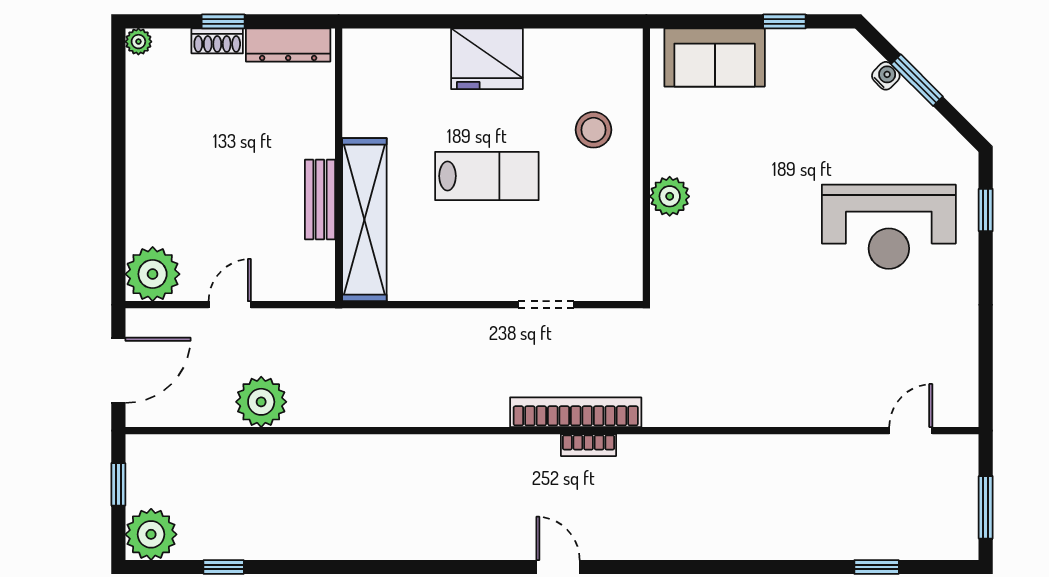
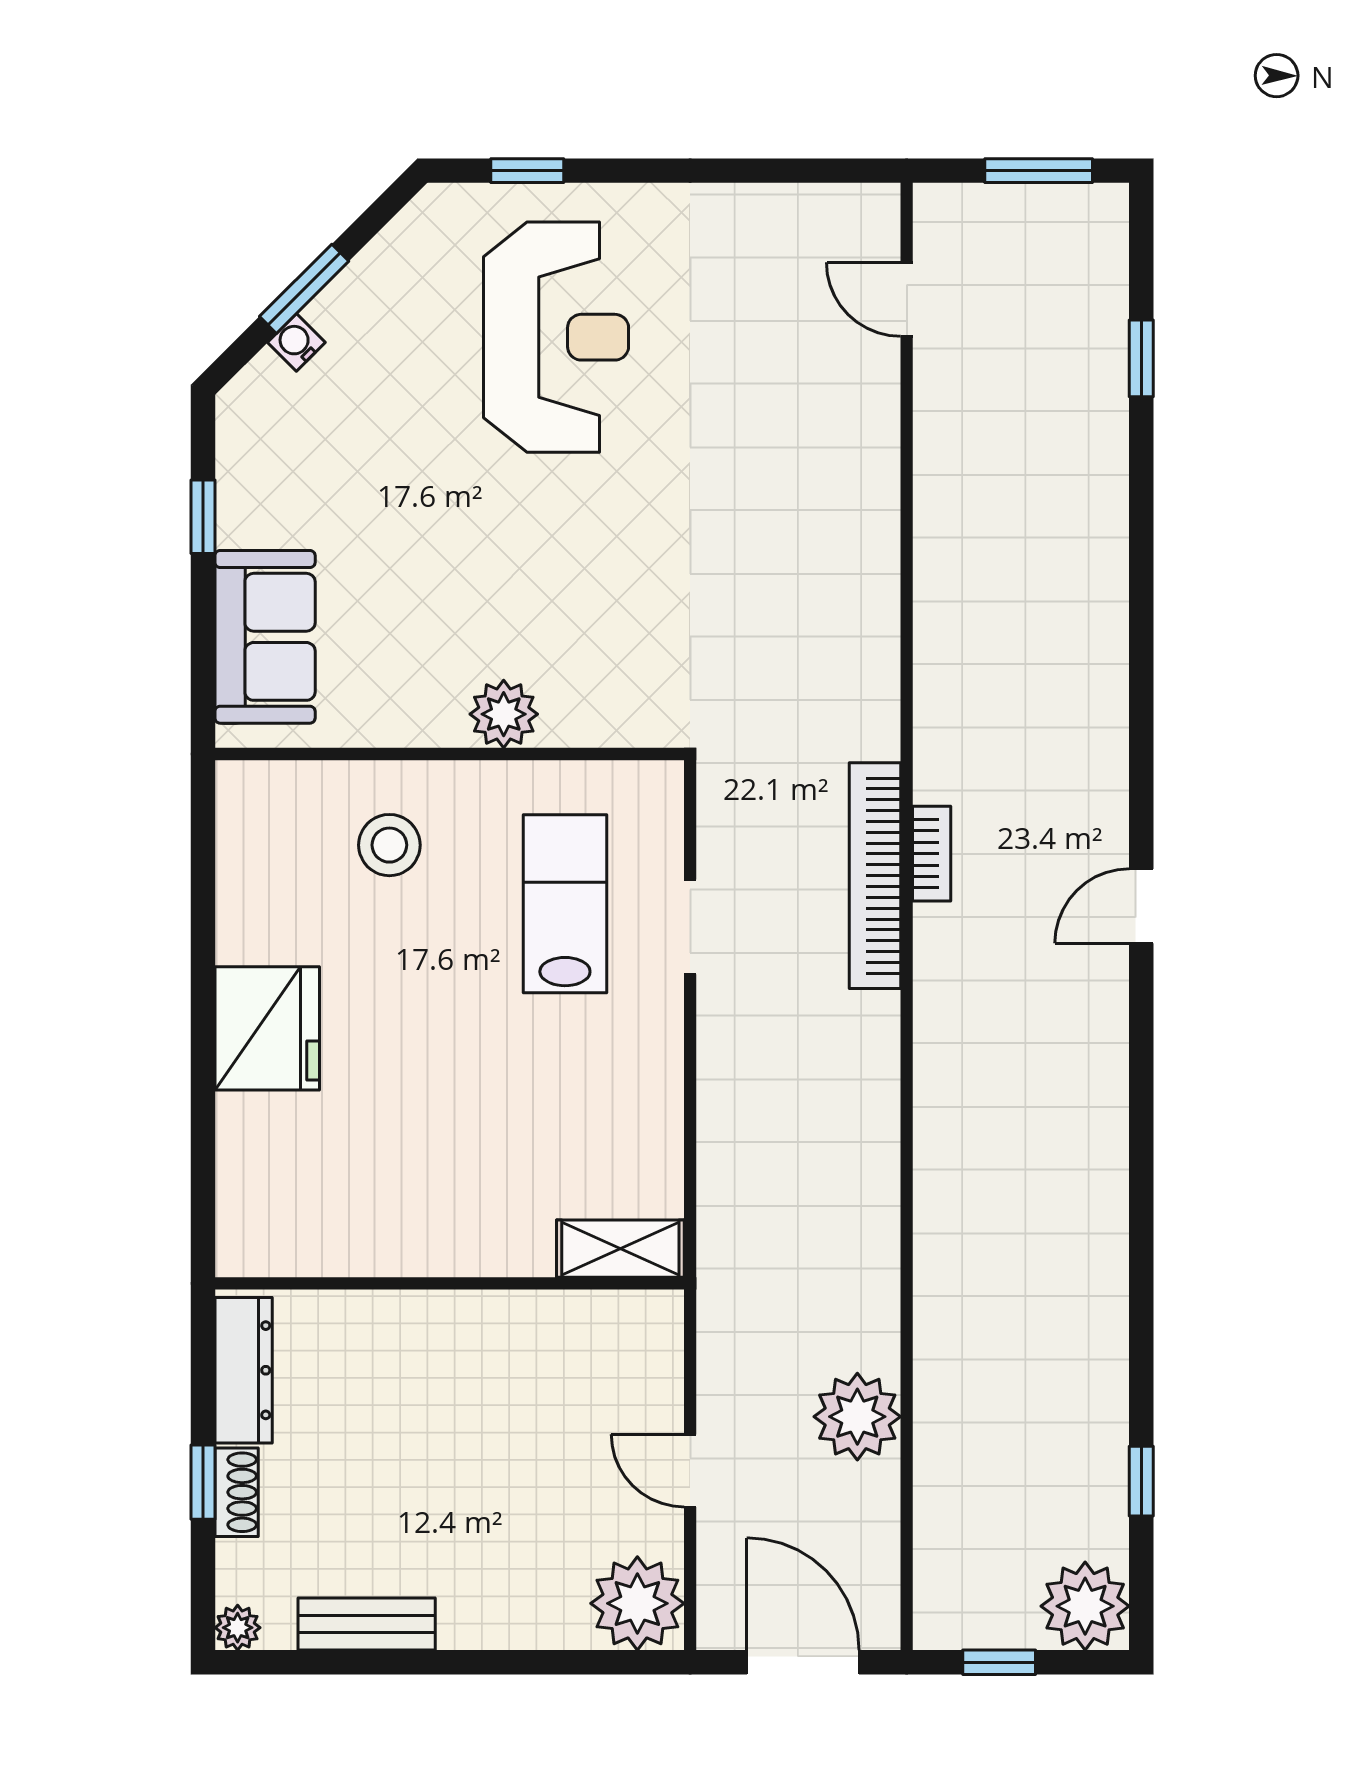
lab bench: (487, 176) -> (565, 904), moved
bench: (320, 200) -> (367, 1624), moved
shelving: (364, 220) -> (620, 1249), width x0.45, depth x0.75

